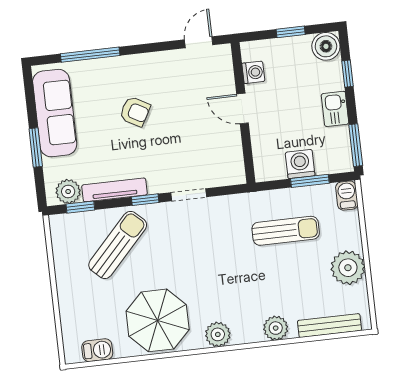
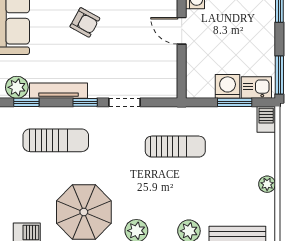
kitchen sink: (335, 109) -> (256, 88), moved, turned 90
sun lounger: (286, 231) -> (175, 147), moved
sun lounger: (118, 245) -> (56, 140), turned 47
plant: (348, 268) -> (267, 184), width x0.53, depth x0.53

